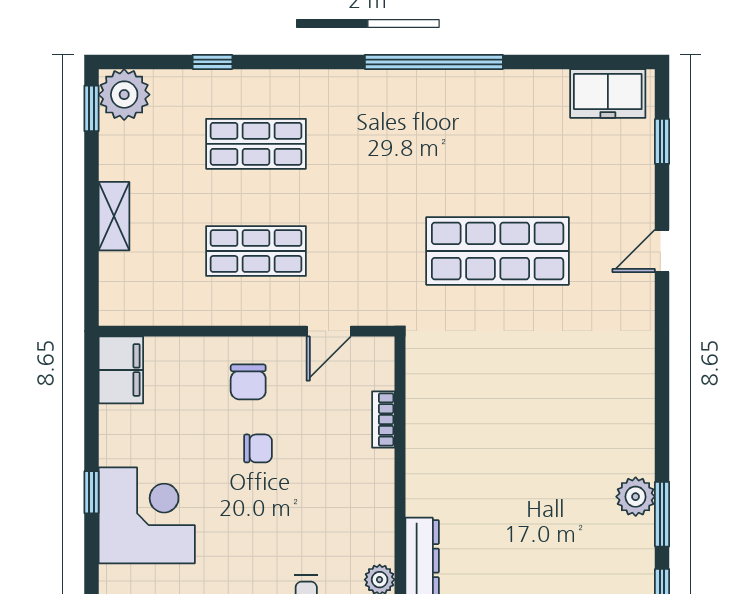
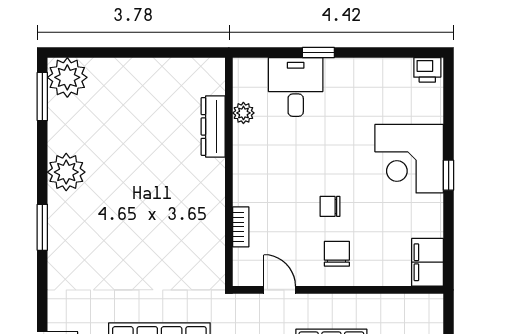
door: (329, 331) -> (280, 290), hinge flipped
plant: (636, 497) -> (66, 172), width x1.36, depth x1.36
window: (662, 514) -> (42, 227), moved

